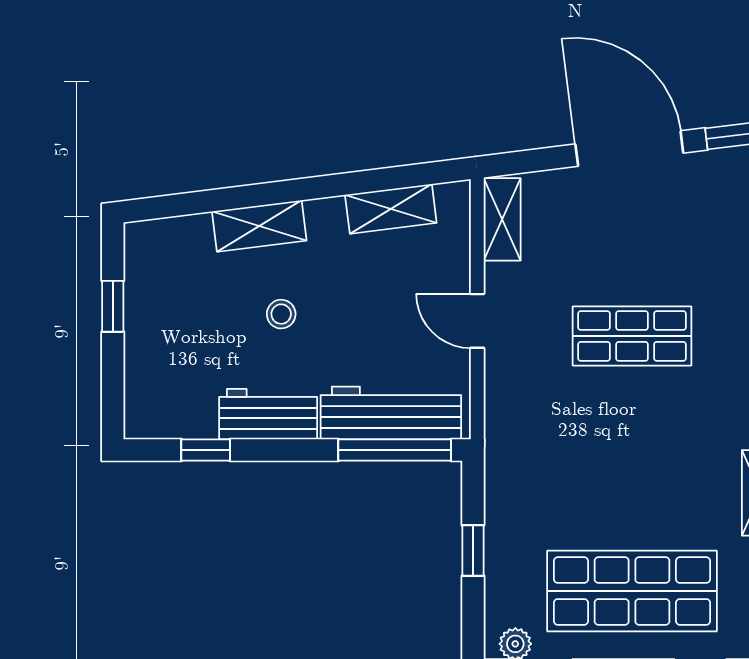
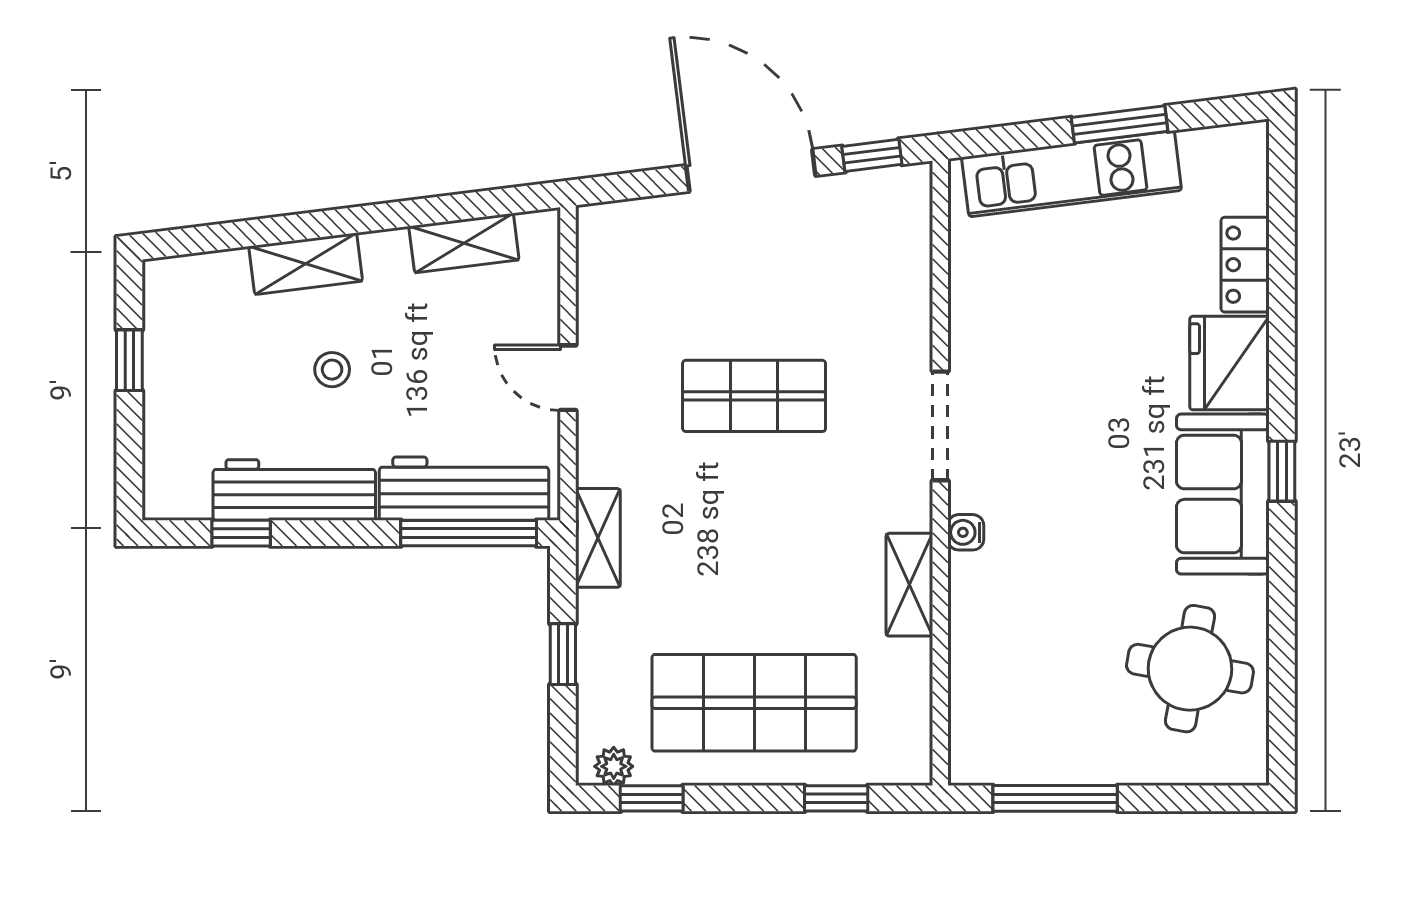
shelving: (502, 219) -> (598, 538), moved
workbench: (268, 414) -> (294, 490), width x1.38

